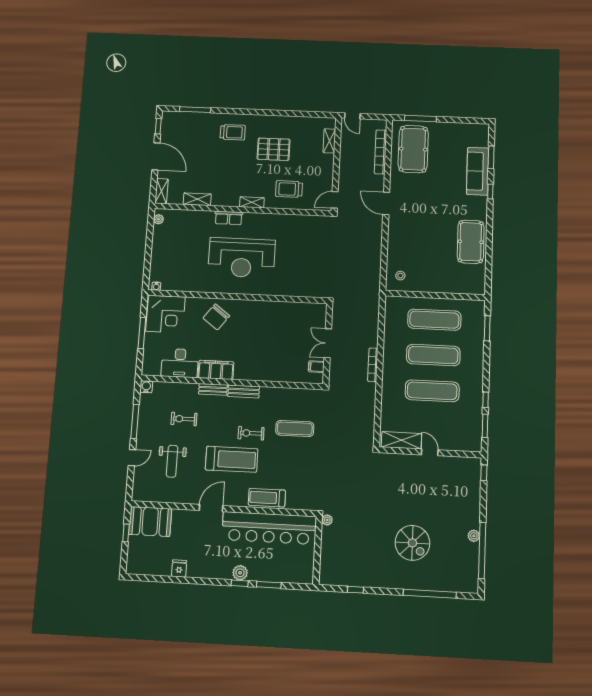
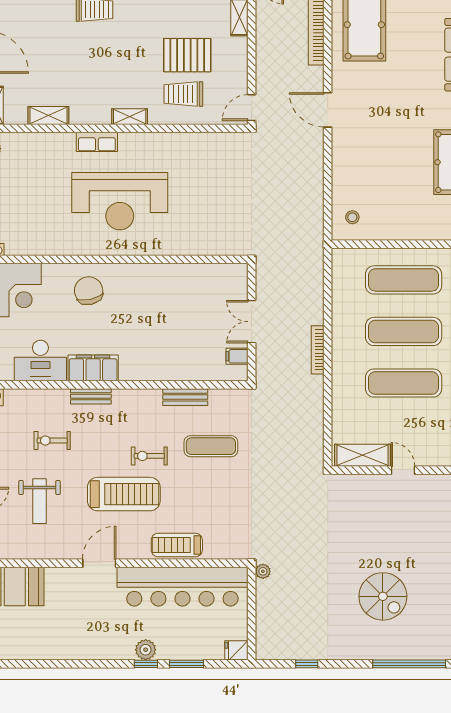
pallet: (274, 149) -> (187, 55), moved
chair: (216, 317) -> (89, 291), turned 130
bench: (244, 391) -> (185, 397), moved
fridge: (179, 569) -> (236, 650), moved, turned -90

